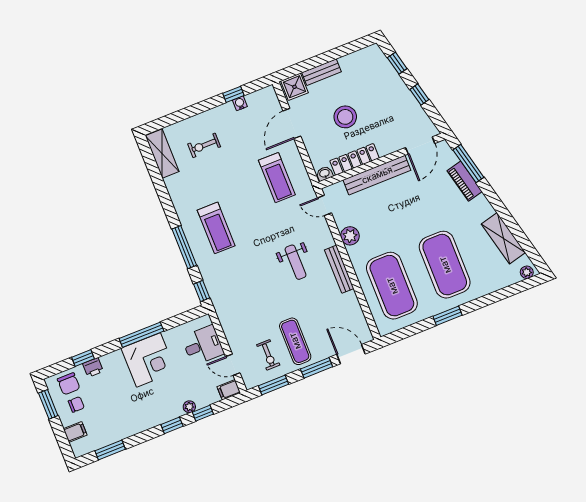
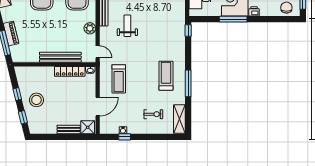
stool: (345, 117) -> (36, 100), moved
door: (420, 145) -> (28, 64), removed
treadmill: (277, 178) -> (119, 79), turned 180
treadmill: (216, 228) -> (166, 76), moved
window: (184, 247) -> (188, 83), moved
window: (83, 358) -> (272, 19), removed
printer: (93, 367) -> (254, 11), moved

